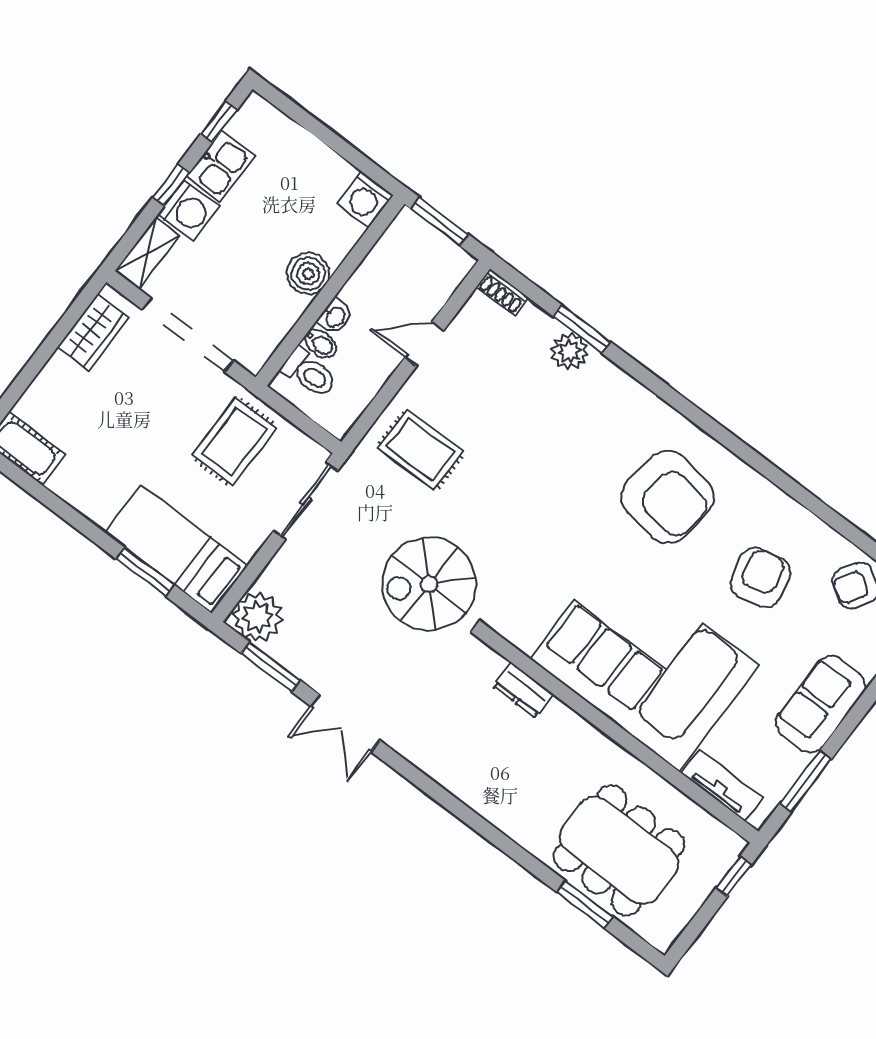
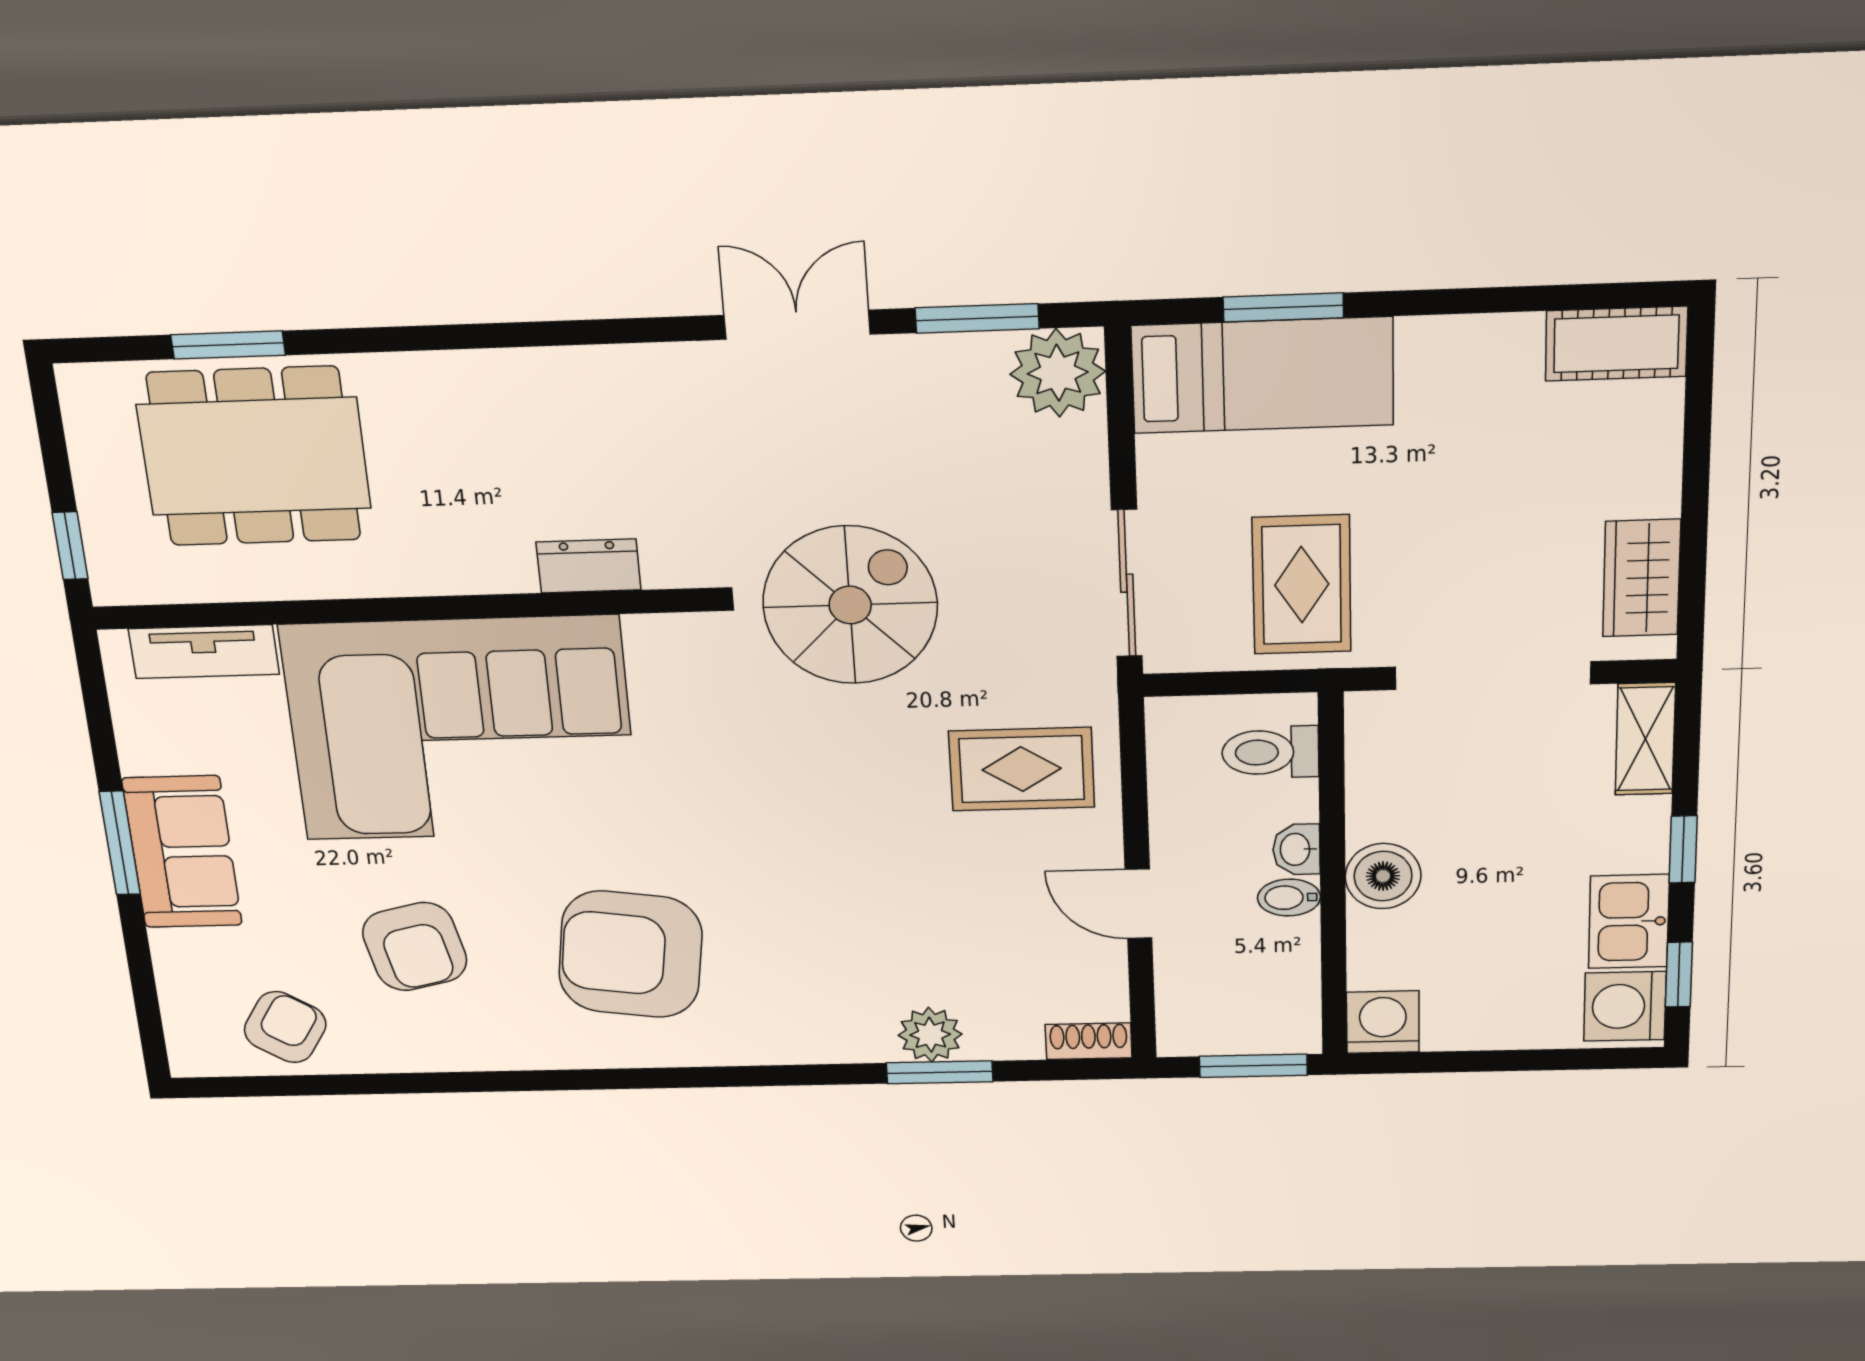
washing machine: (188, 211) -> (1625, 1006), moved
bidet: (320, 344) -> (1289, 898), moved
door: (424, 344) -> (1138, 904), swing flipped
window: (806, 781) -> (120, 843), moved

